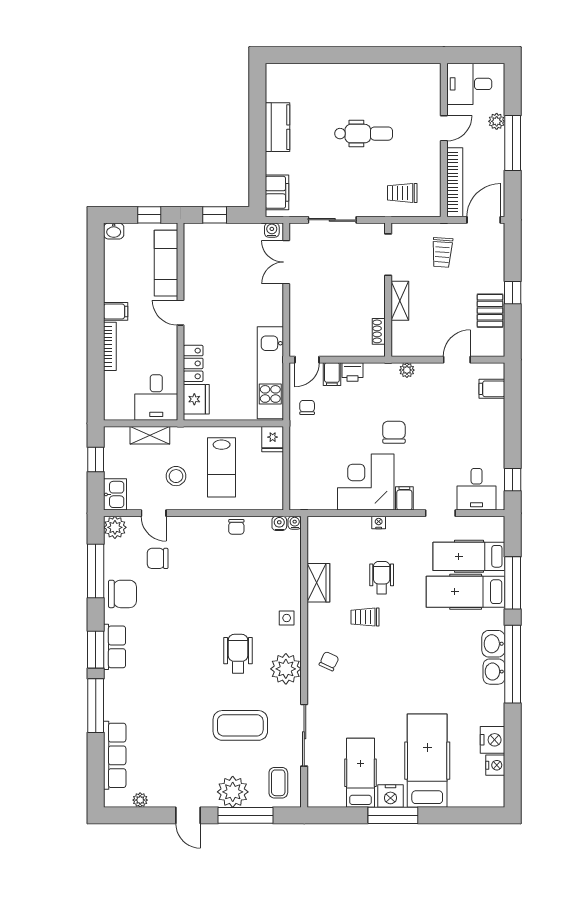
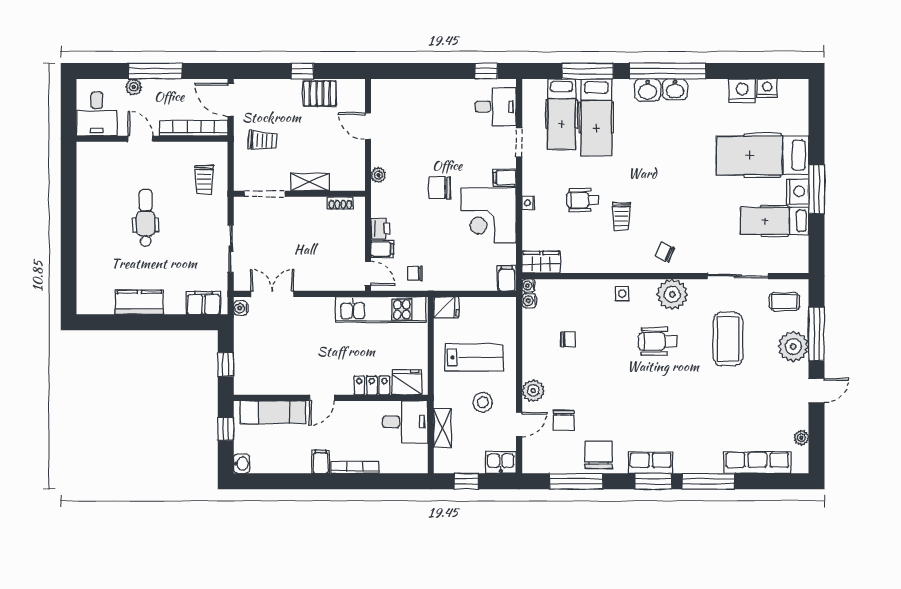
double door: (286, 262) -> (272, 294), swing flipped
filing cabinet: (492, 389) -> (507, 278), moved, turned 180
plant: (115, 527) -> (533, 391), moved
chair: (236, 527) -> (568, 339), moved
wardrobe: (318, 583) -> (541, 262), moved

